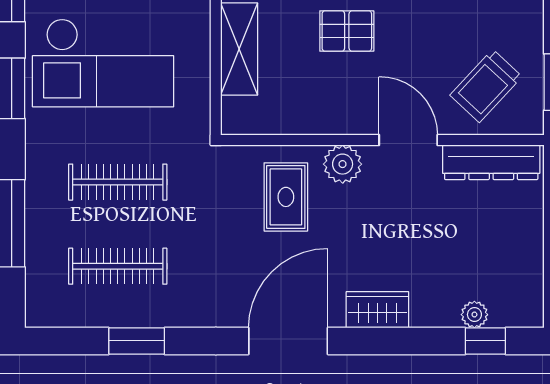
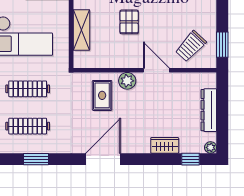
pallet: (347, 31) -> (129, 22), turned 90
dresser: (491, 162) -> (209, 110), moved, turned 90
wardrobe: (377, 310) -> (165, 145), moved
plant: (474, 315) -> (211, 147), moved

